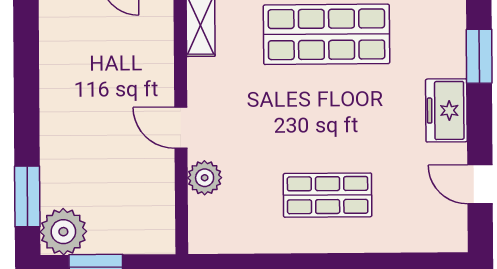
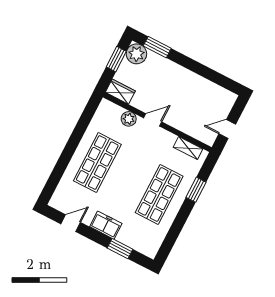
shop shelf: (328, 195) -> (97, 163), width x1.43, depth x1.36
wardrobe: (158, 224) -> (120, 92), added

